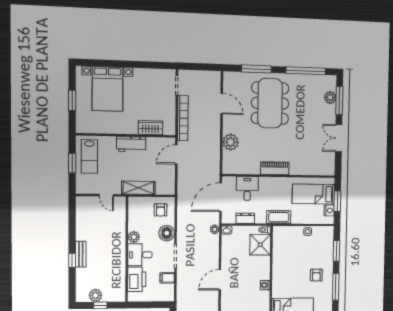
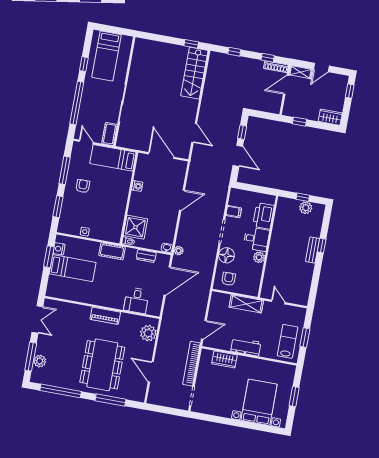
piano: (275, 168) -> (105, 316), moved
wall: (279, 176) -> (102, 307), moved
desk: (247, 188) -> (136, 300), moved

